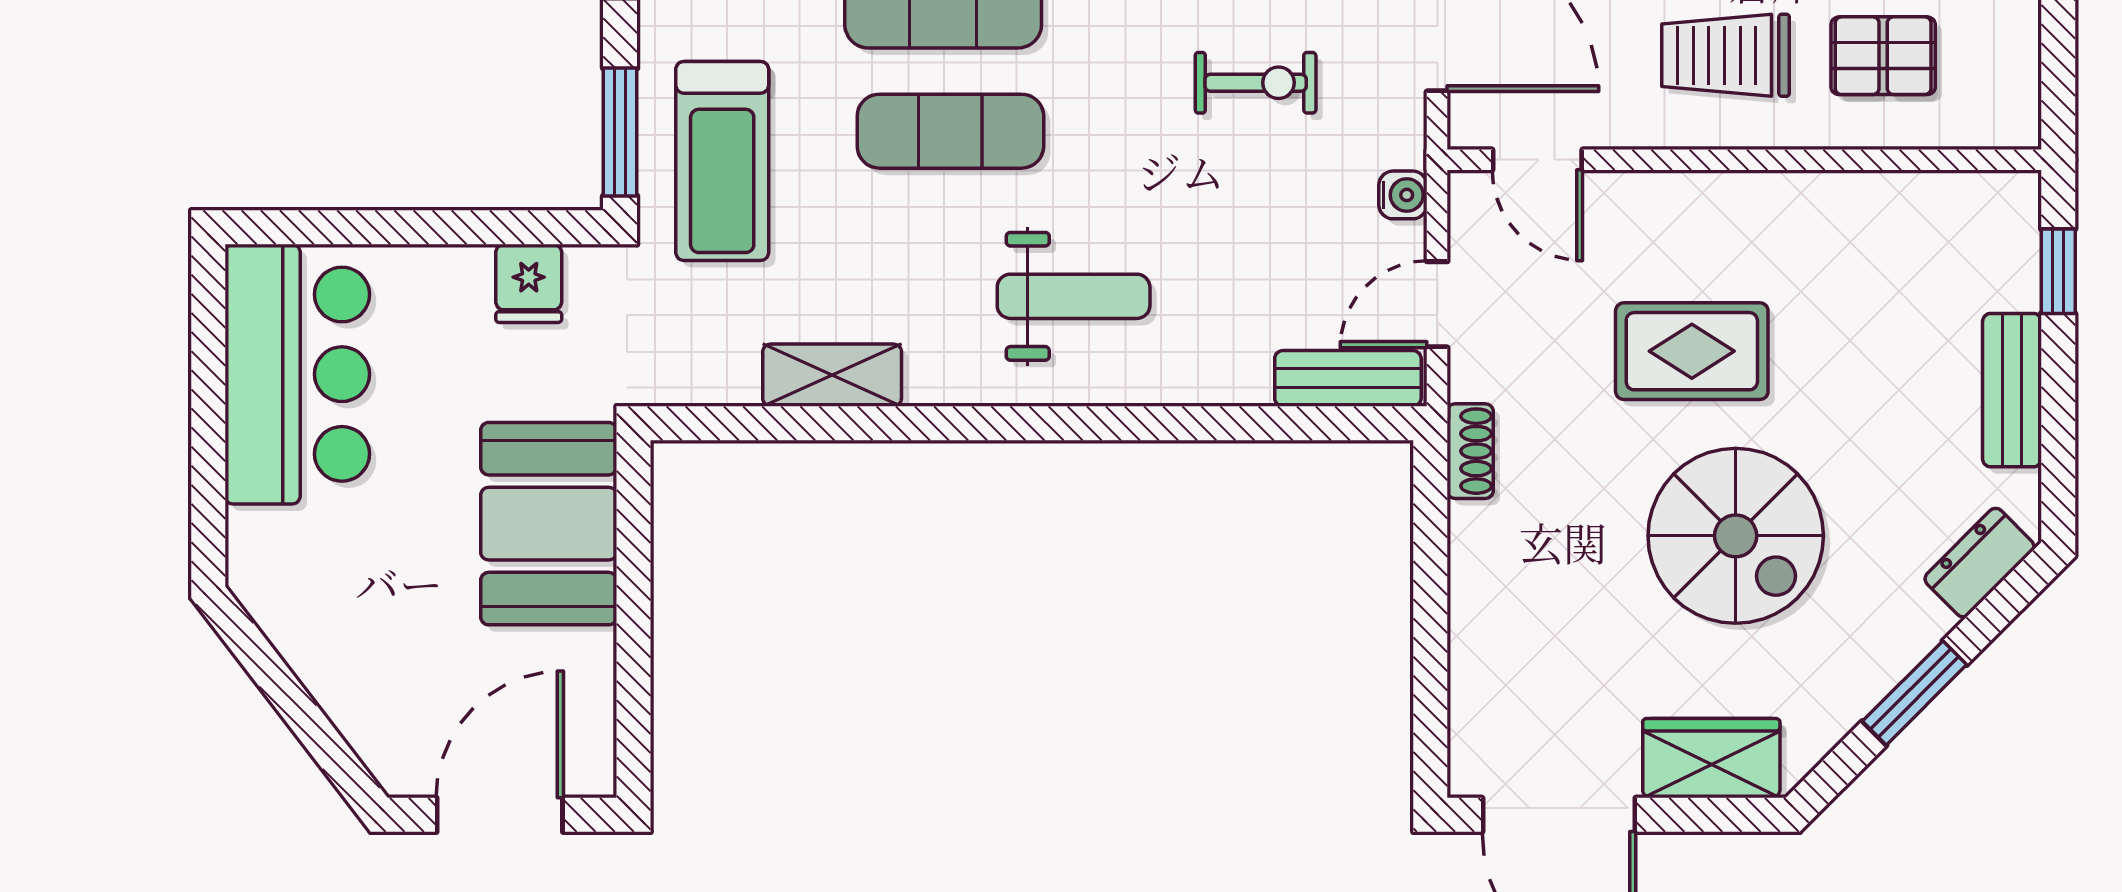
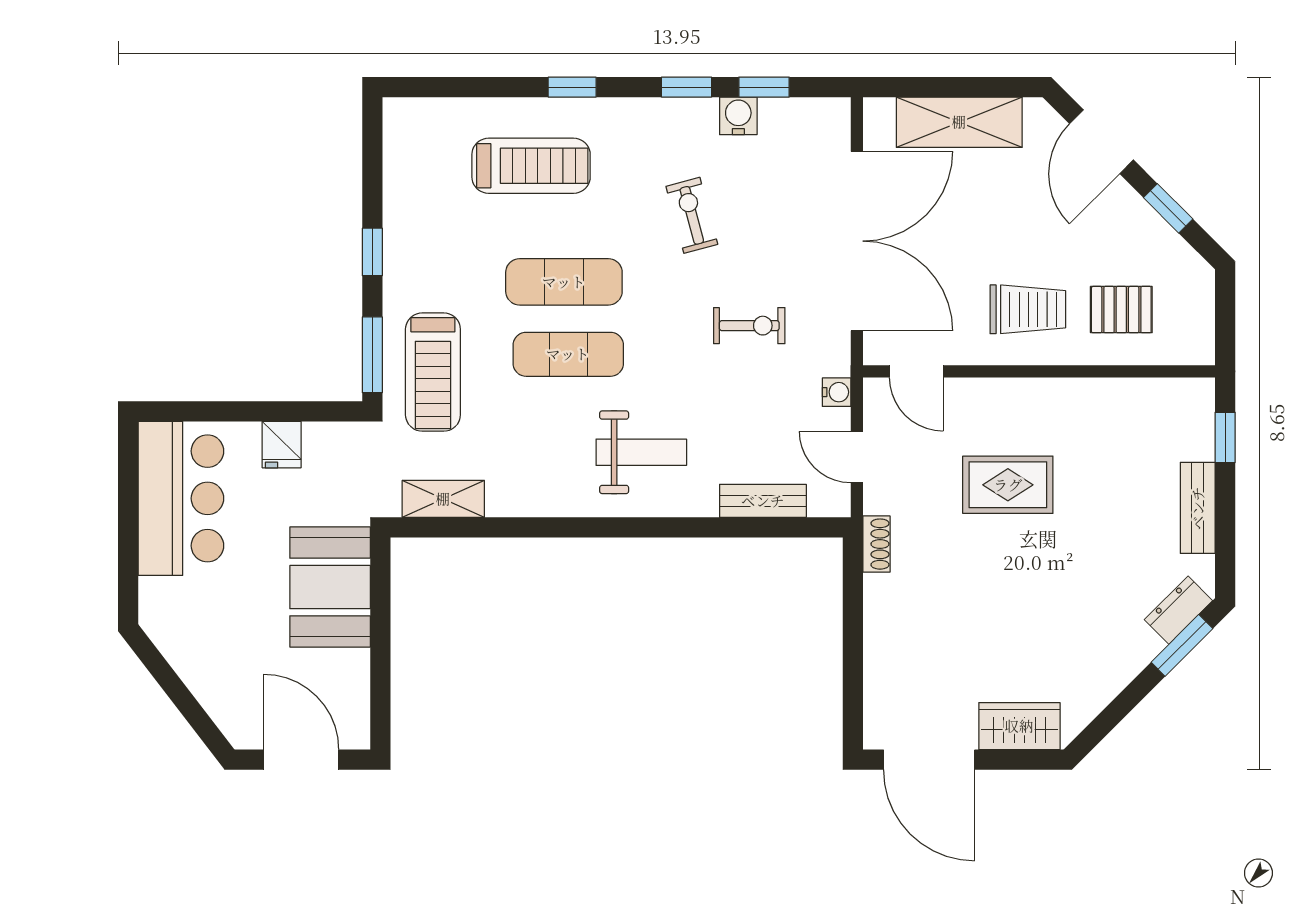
trolley: (1725, 55) -> (1028, 309), turned 180
fridge: (529, 283) -> (282, 445), moved
door: (1437, 304) -> (857, 457), hinge flipped
shelving: (832, 375) -> (443, 499), moved
bench: (1348, 378) -> (763, 501), moved
spiral stairs: (1736, 536) -> (1034, 594), removed
window: (1915, 693) -> (1182, 645), moved
door: (500, 815) -> (301, 760), hinge flipped

